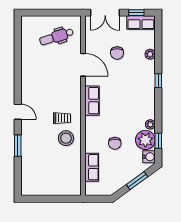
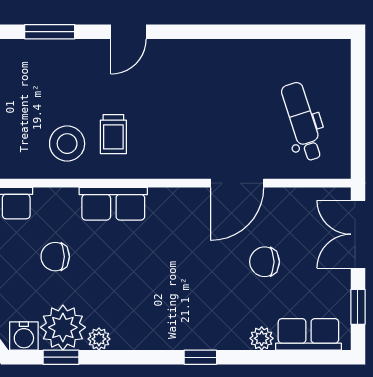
row of seats: (141, 23) -> (308, 334), moved, turned 90
row of seats: (92, 101) -> (113, 204), moved

